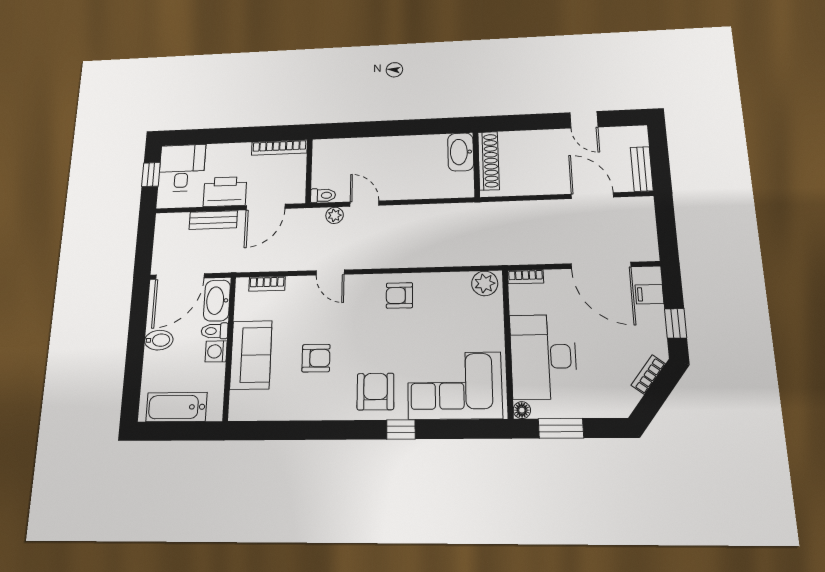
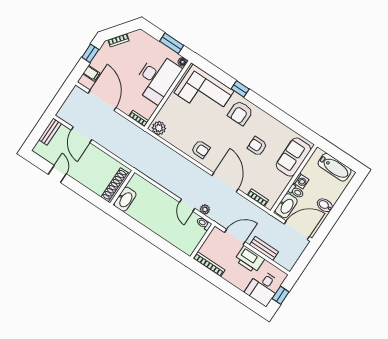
door: (330, 272) -> (225, 182), width x1.87
sofa: (251, 355) -> (293, 157), moved

